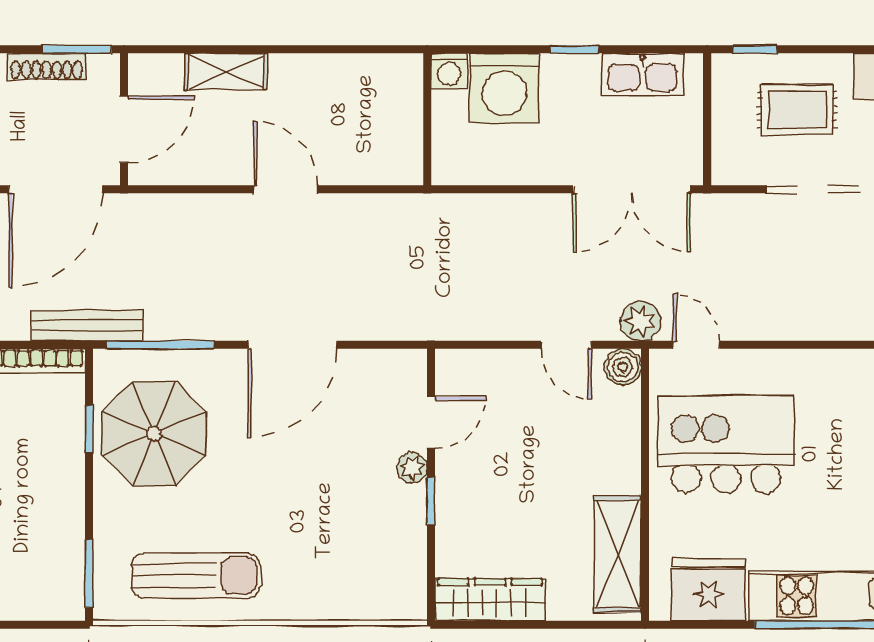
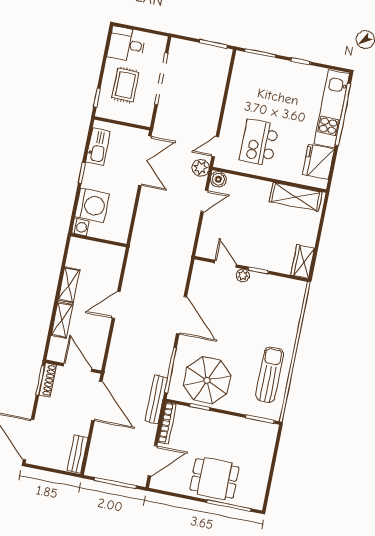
shoe rack: (47, 66) -> (48, 380), moved
shelving: (310, 71) -> (69, 285), added
kitchen island: (726, 444) -> (259, 143), width x0.73, depth x0.78
wardrobe: (490, 600) -> (303, 262), width x0.67

